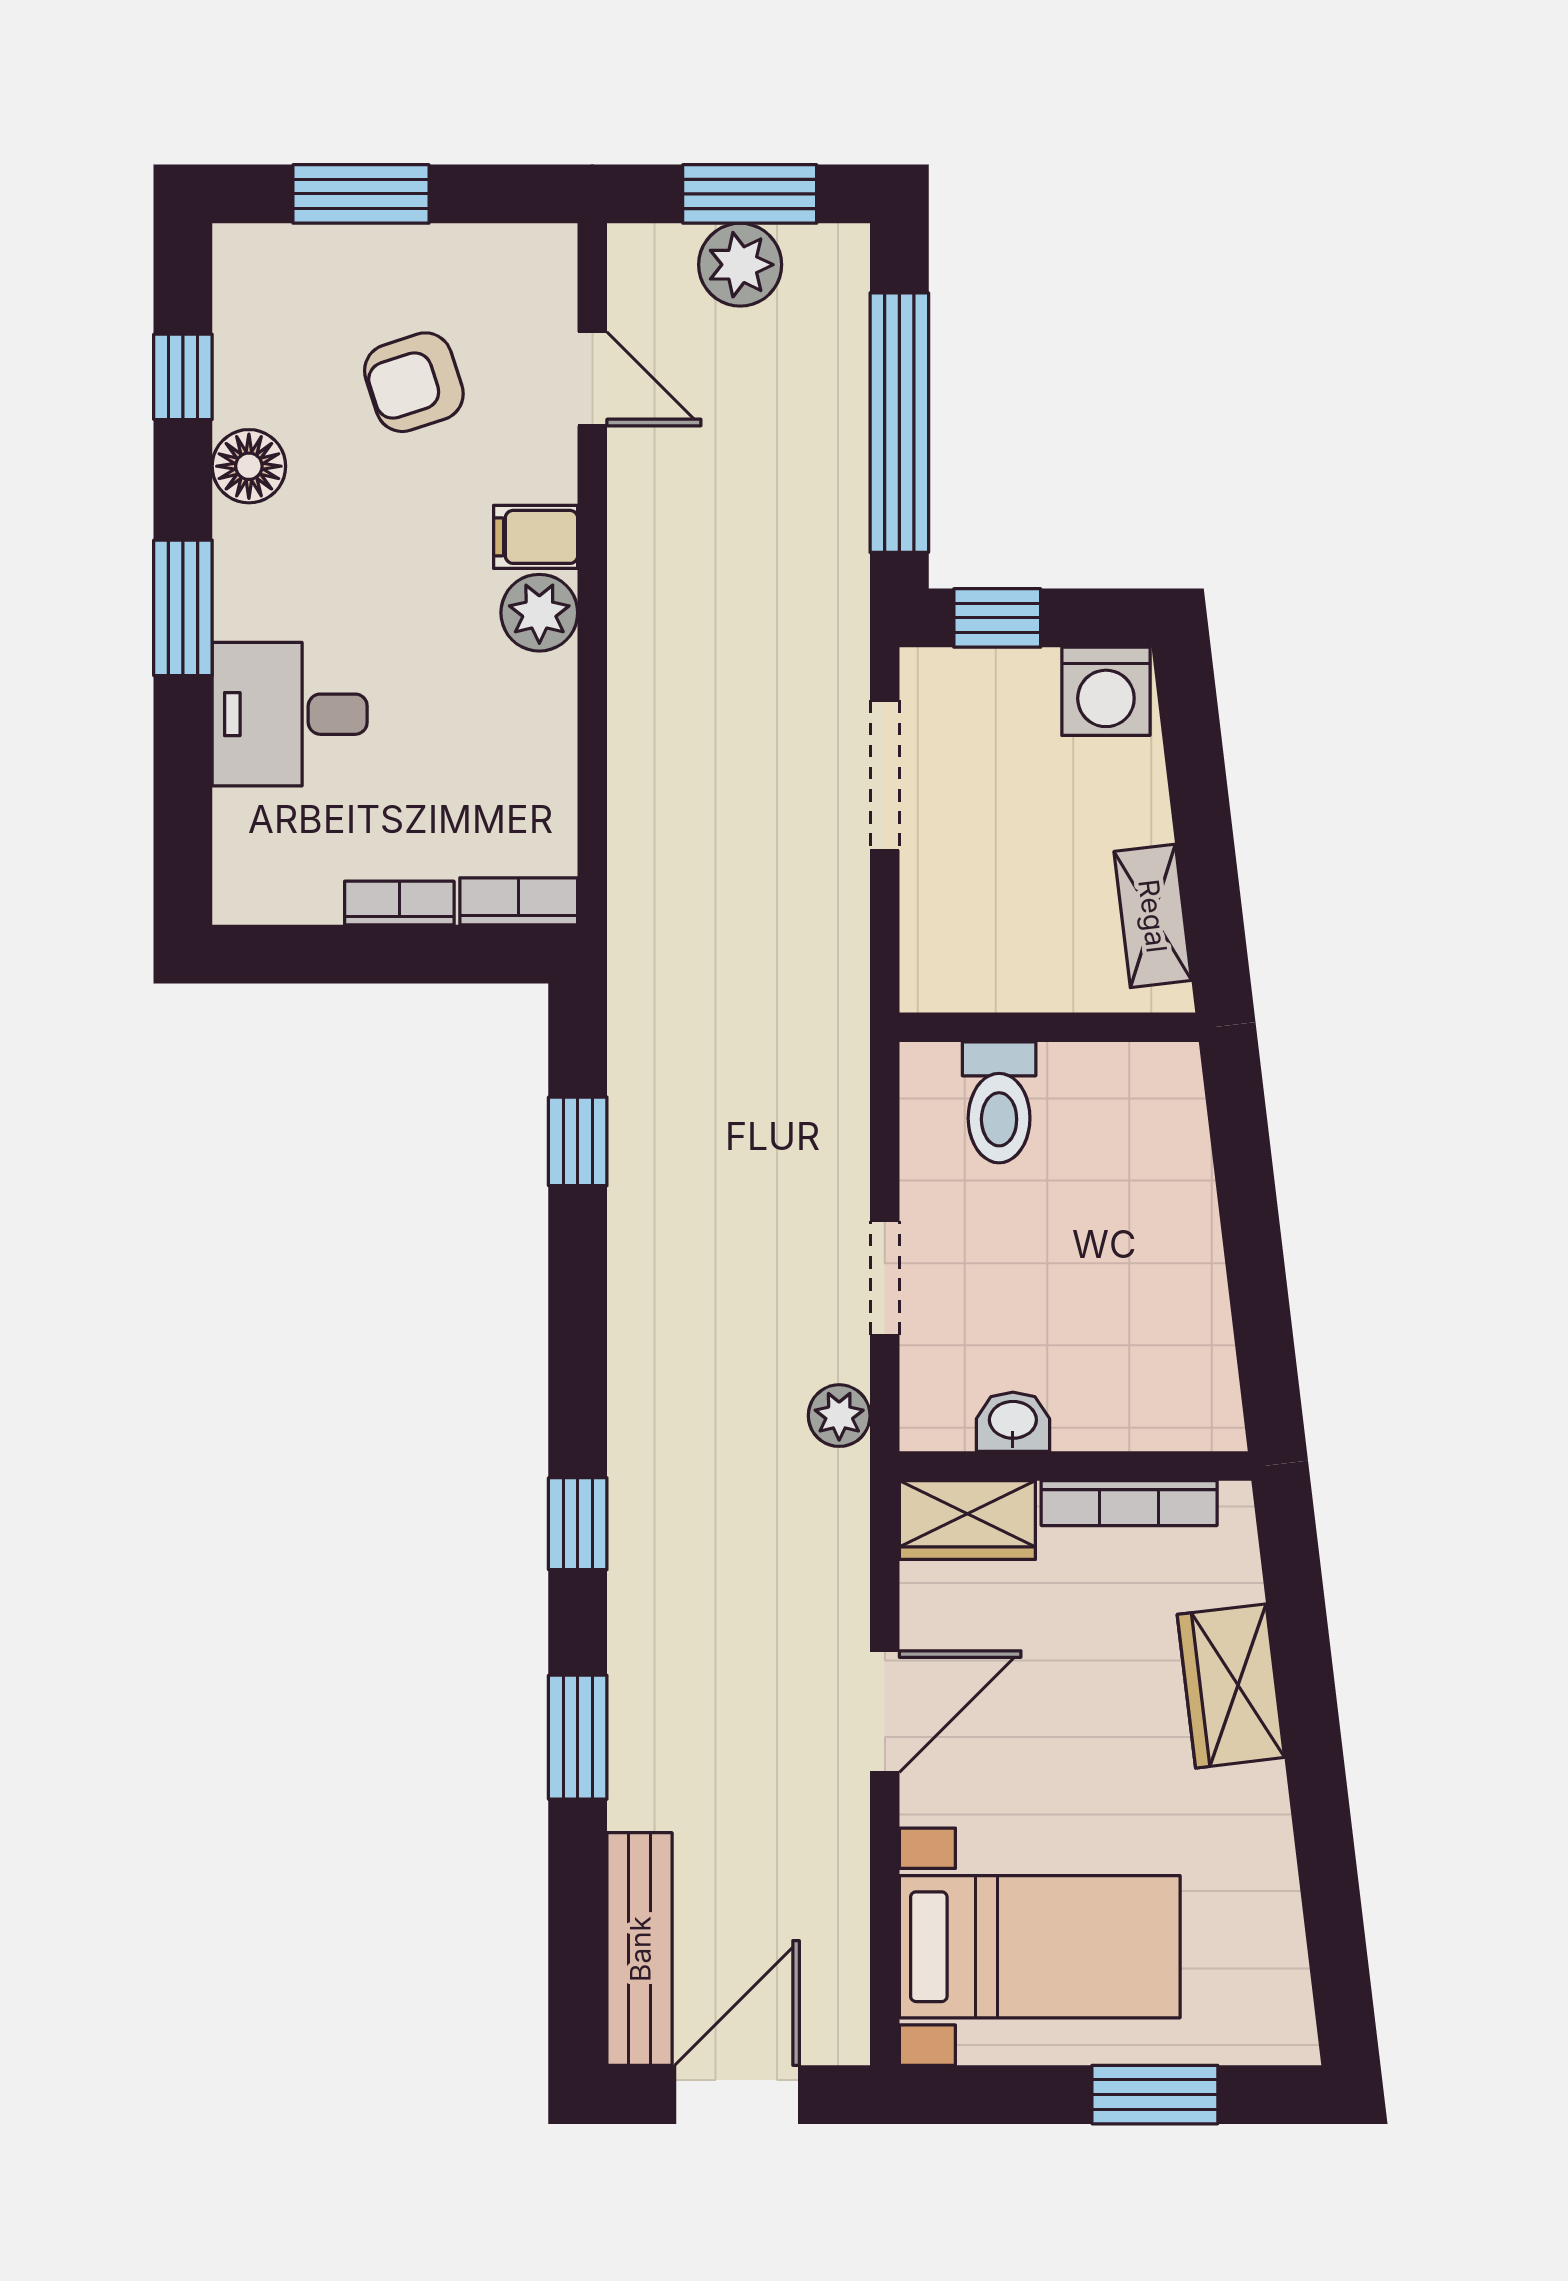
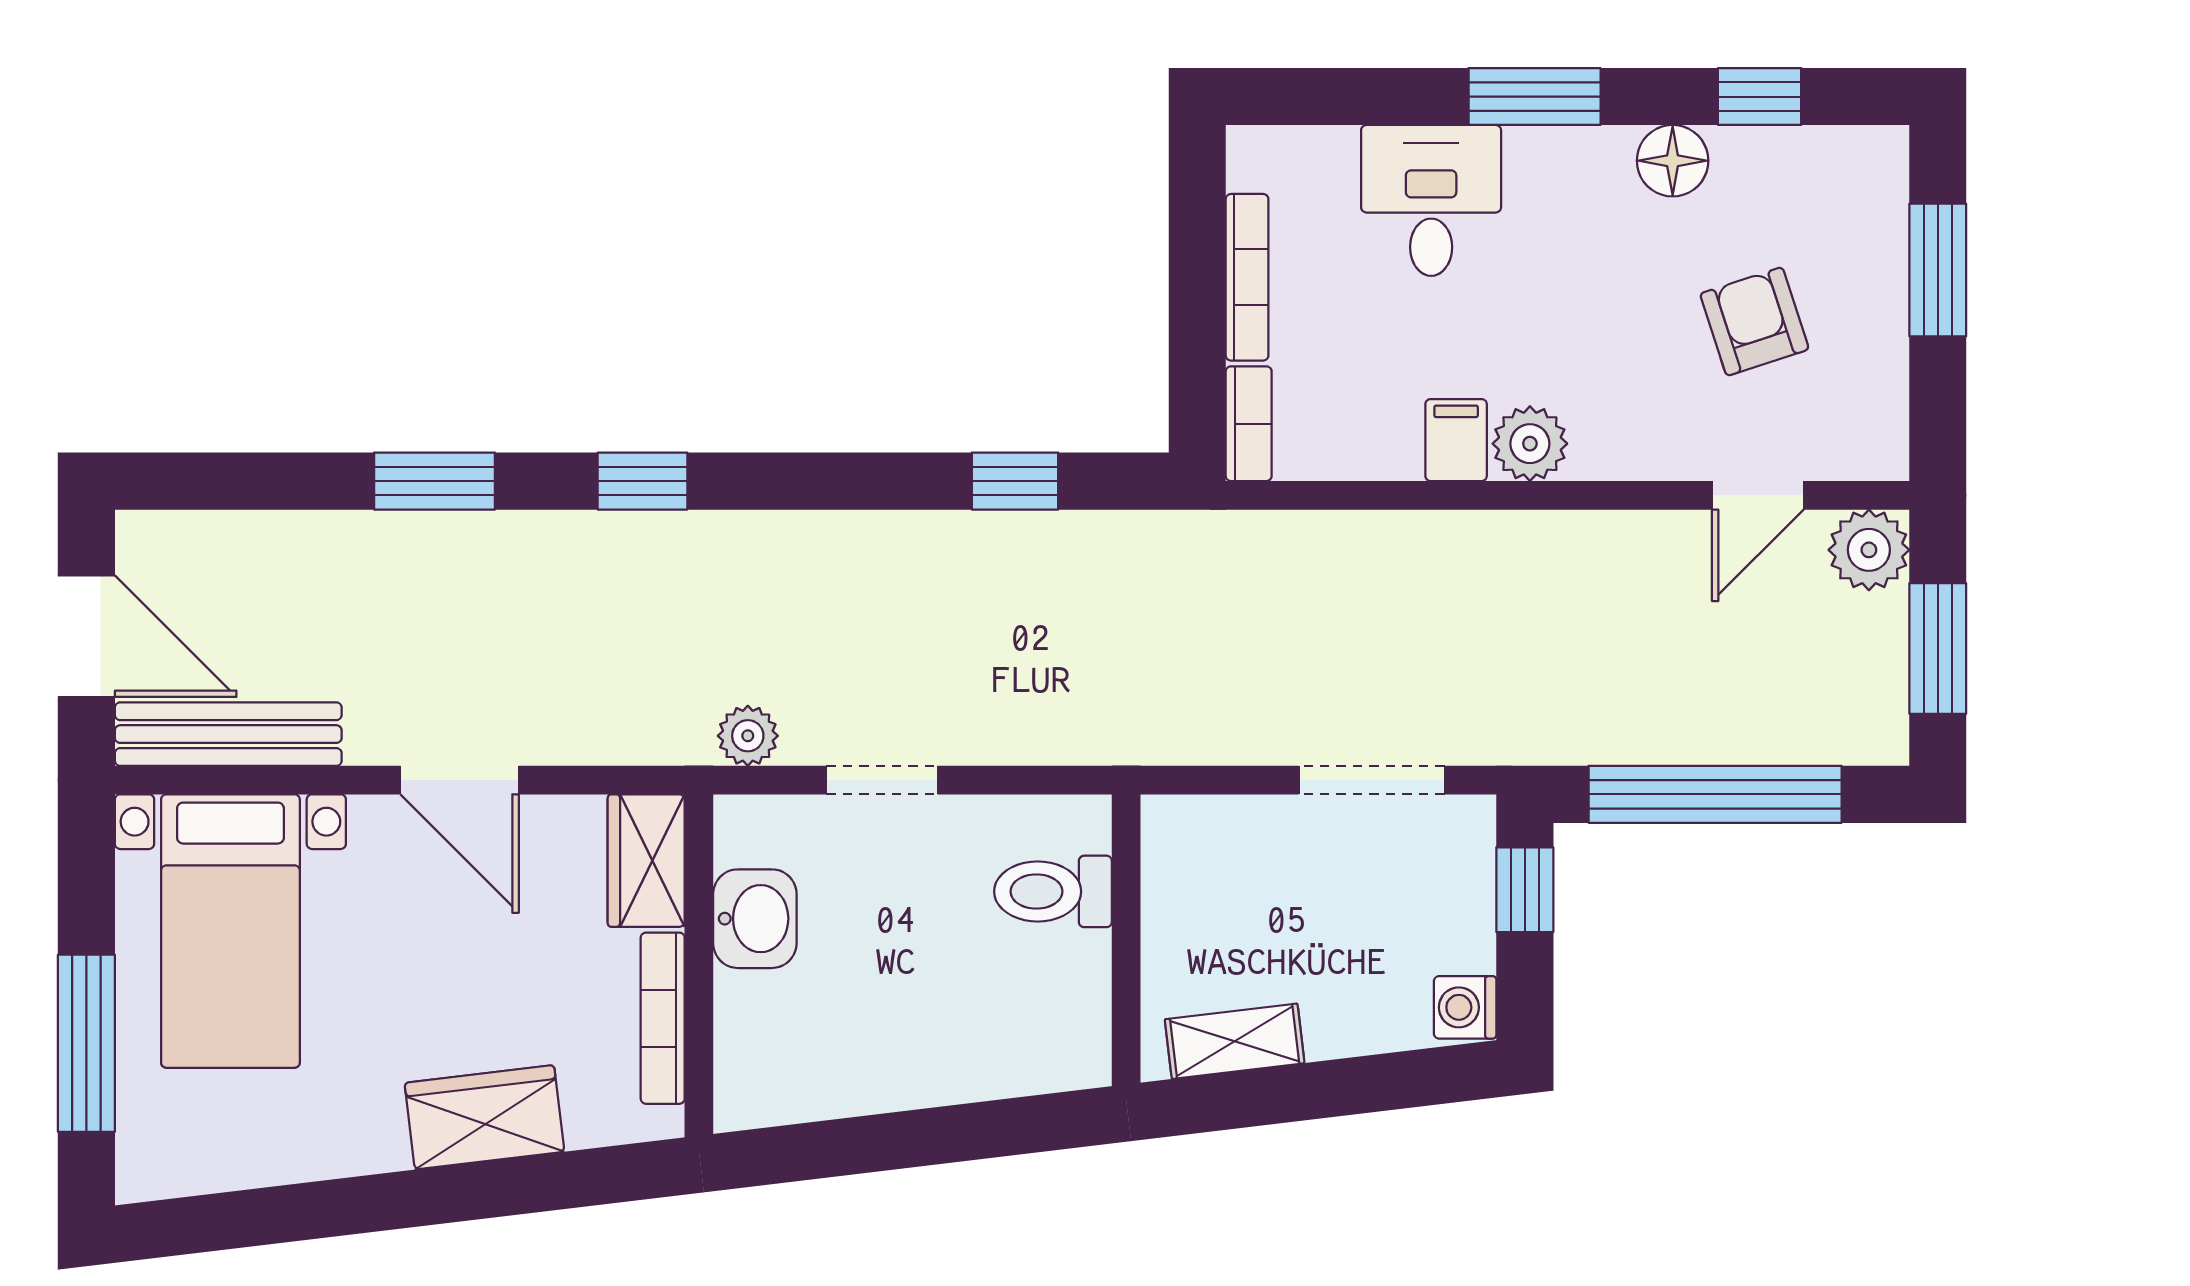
plant: (740, 265) -> (1869, 550), moved
filing cabinet: (536, 537) -> (1456, 440), moved
washing machine: (1106, 691) -> (1465, 1007), width x0.73, depth x0.73
bookcase: (399, 903) -> (1247, 277), width x1.56
washbasin: (1013, 1422) -> (755, 919), width x1.38, depth x1.45
bench: (640, 1949) -> (228, 734), moved
window: (1155, 2095) -> (86, 1043), width x1.44

